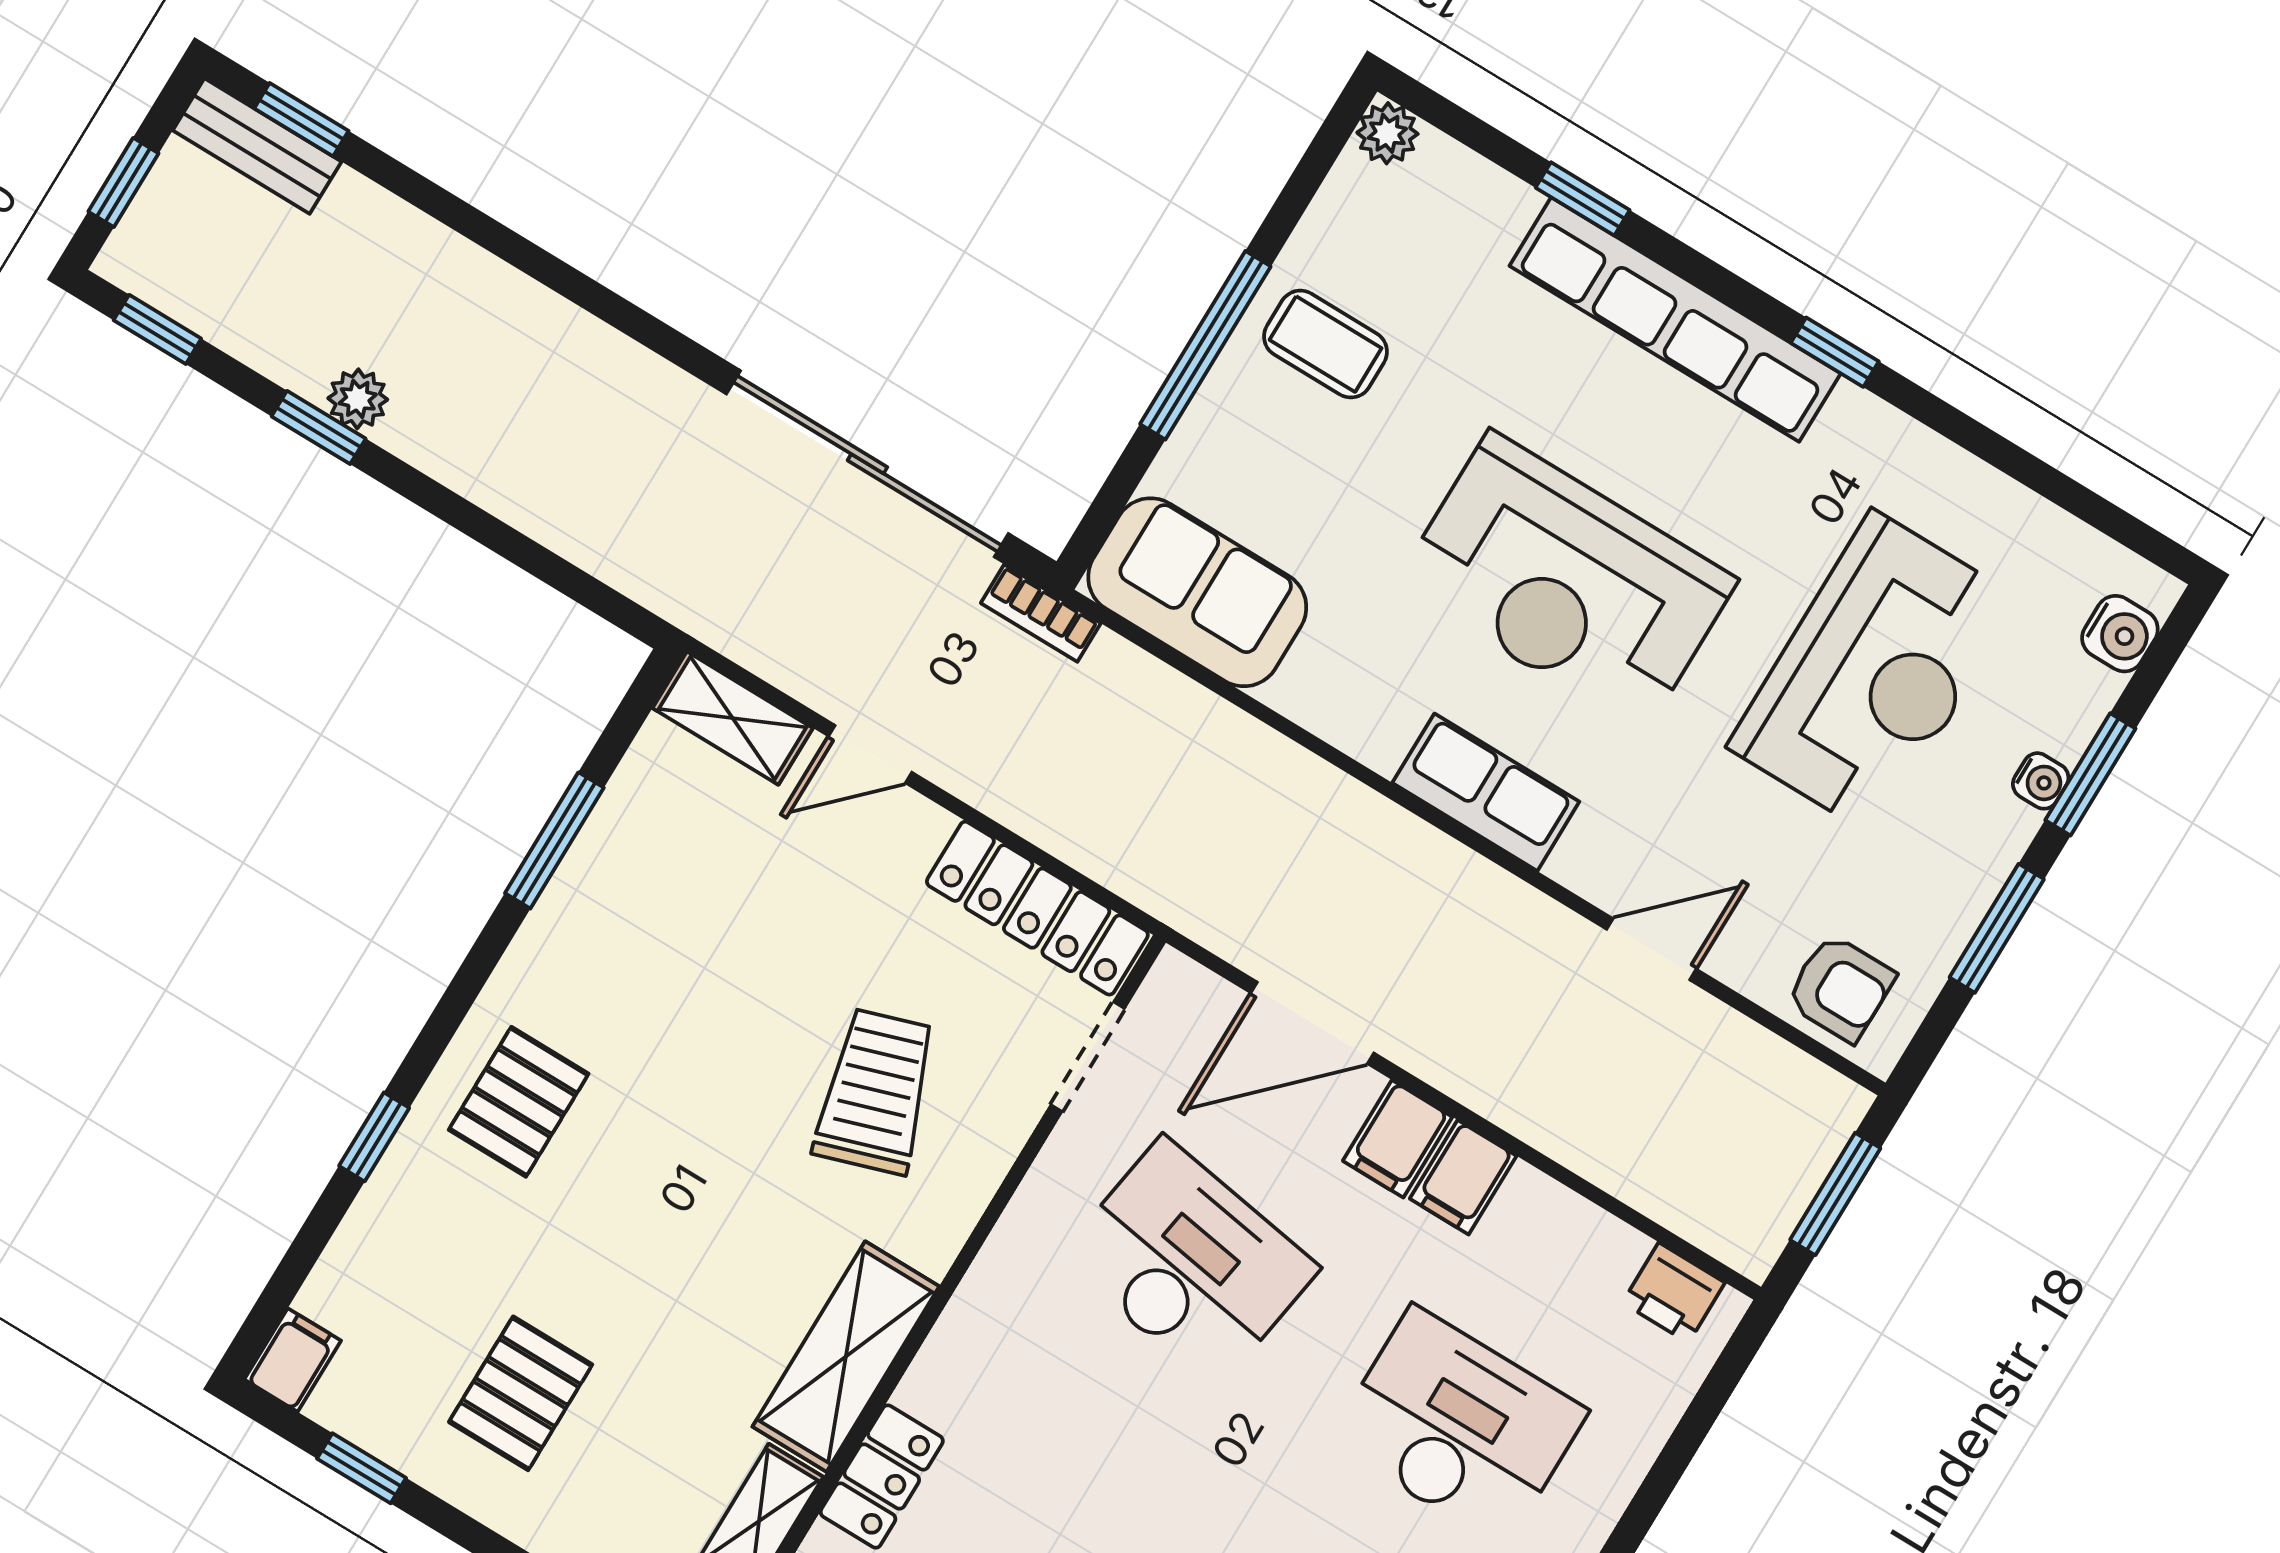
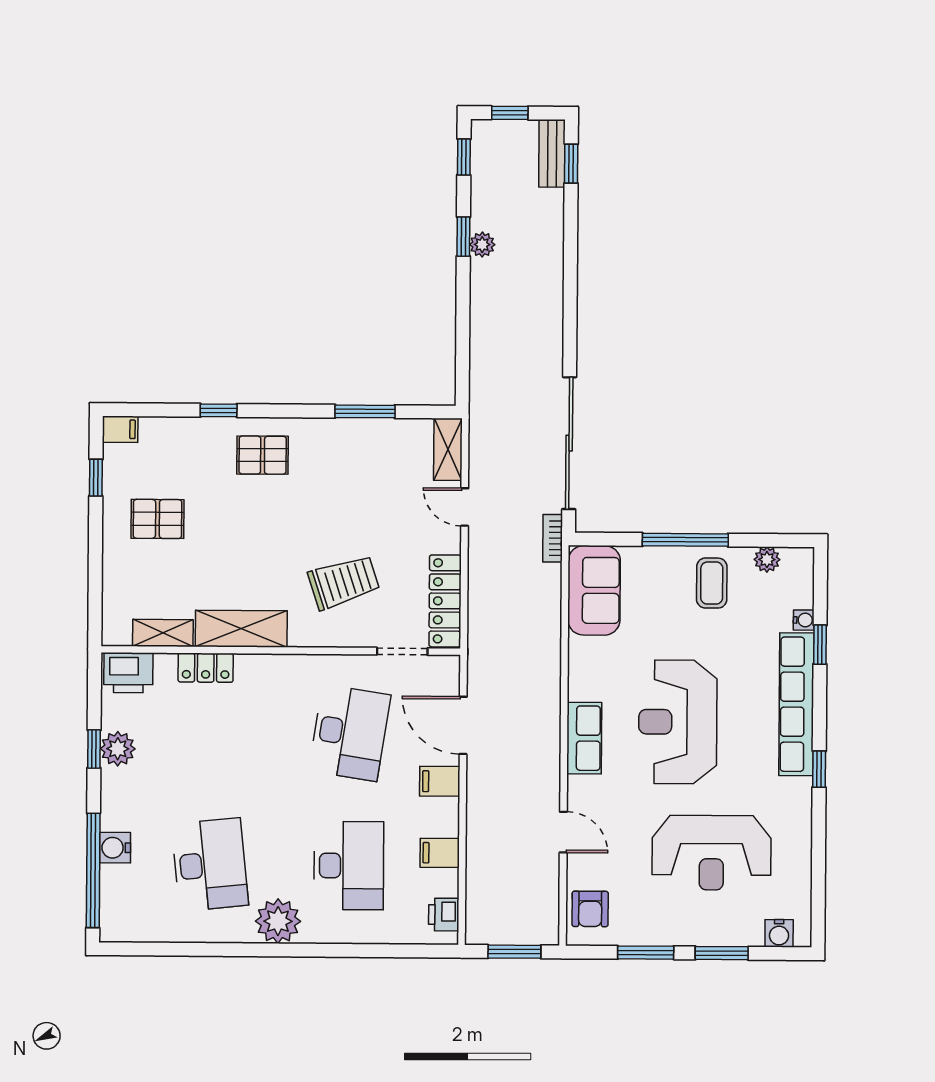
plant: (1387, 133) -> (767, 560), moved
water cooler: (2041, 781) -> (804, 620), moved, turned -90
filing cabinet: (1463, 1177) -> (440, 853), moved

